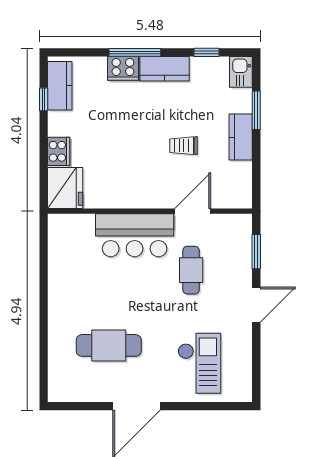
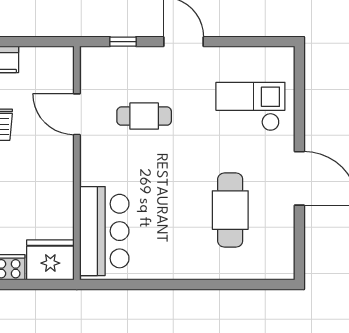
bar counter: (135, 235) -> (104, 231), moved
window: (256, 252) -> (123, 42), width x0.67

